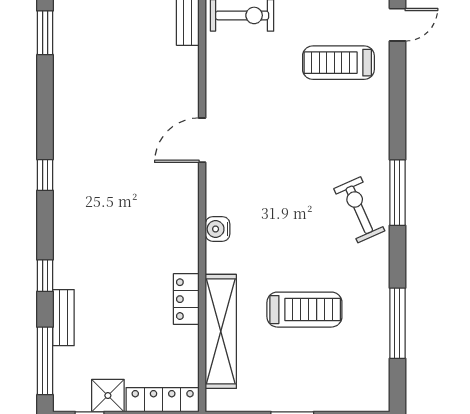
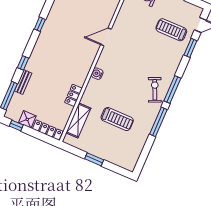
window: (397, 84) -> (190, 48), added
window: (397, 323) -> (158, 122), moved
shelving: (221, 331) -> (78, 120), width x0.68

